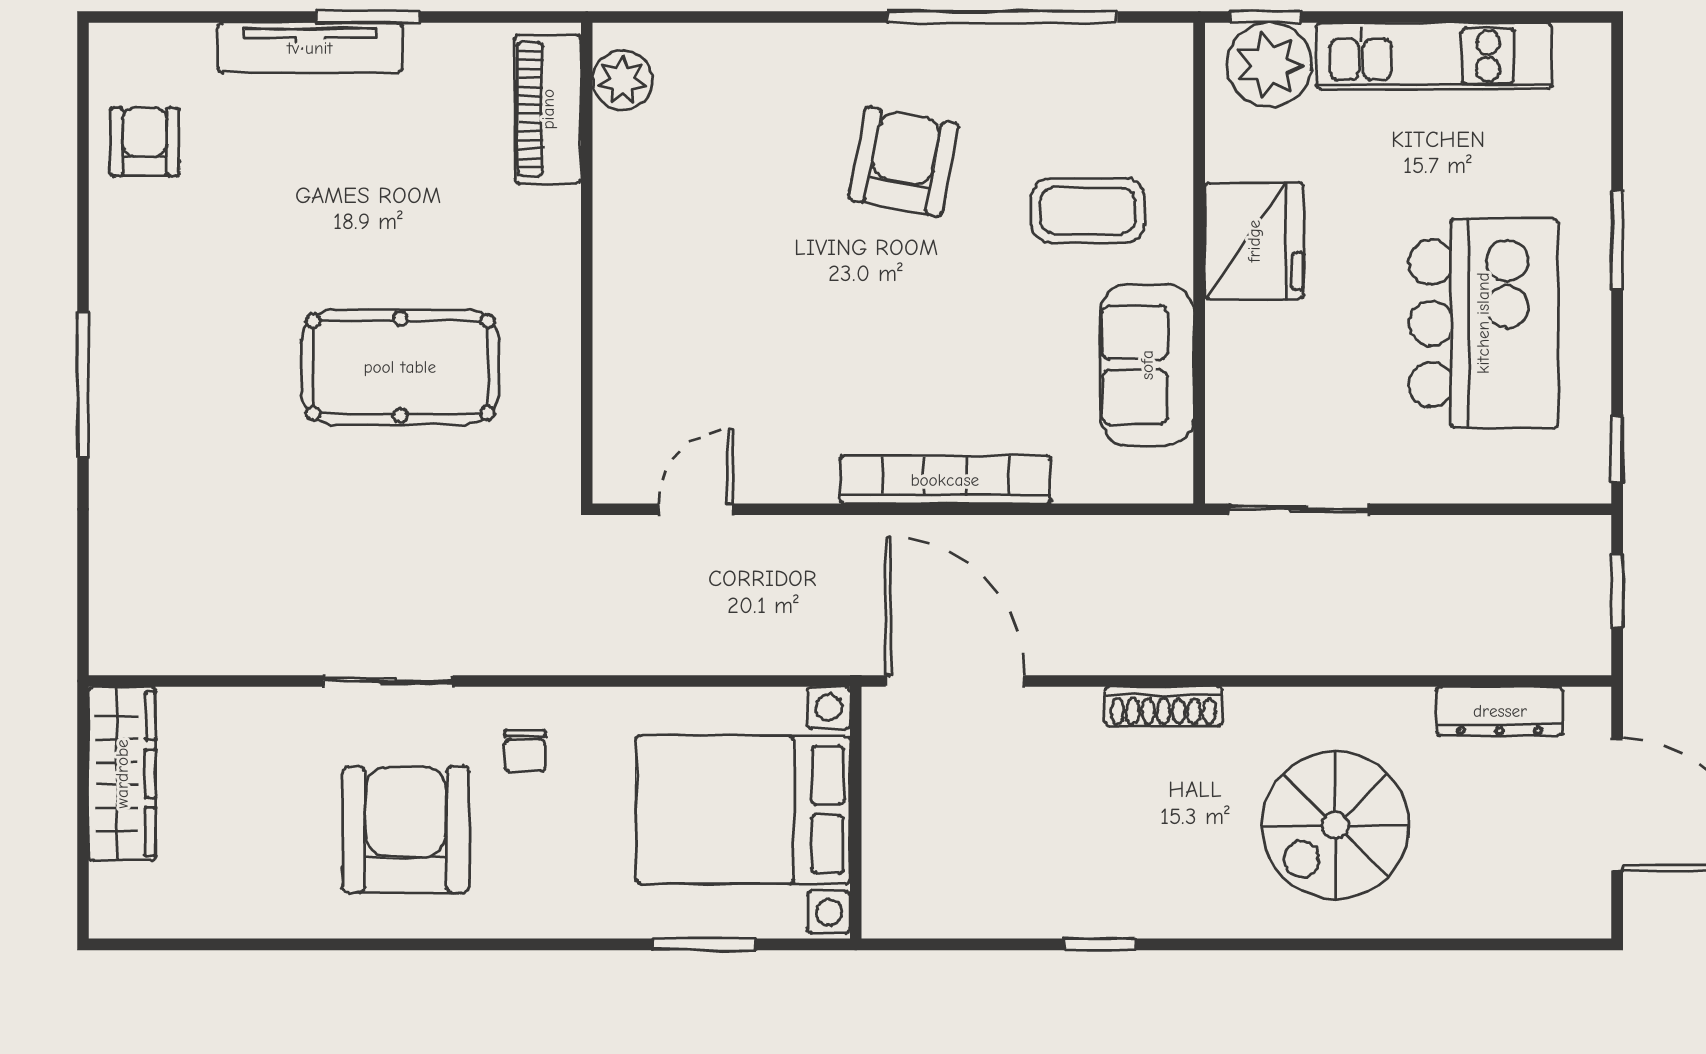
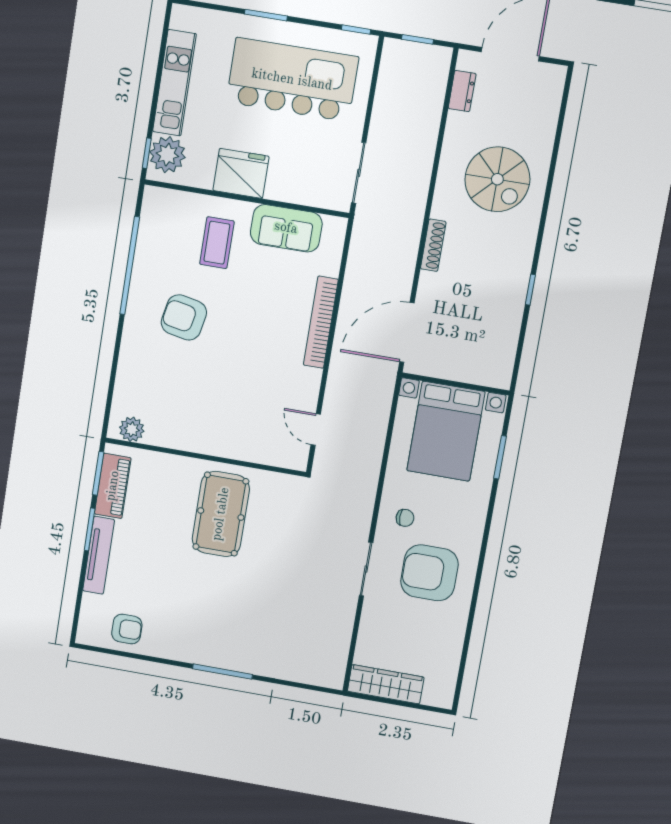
window: (505, 17) -> (98, 473), added
piano: (548, 109) -> (113, 486), moved, turned -90
armchair: (145, 142) -> (127, 629), turned 180
kitchen island: (1483, 323) -> (292, 80), width x1.37
pool table: (400, 367) -> (221, 514), moved
dresser: (1500, 711) -> (462, 91), width x0.70

